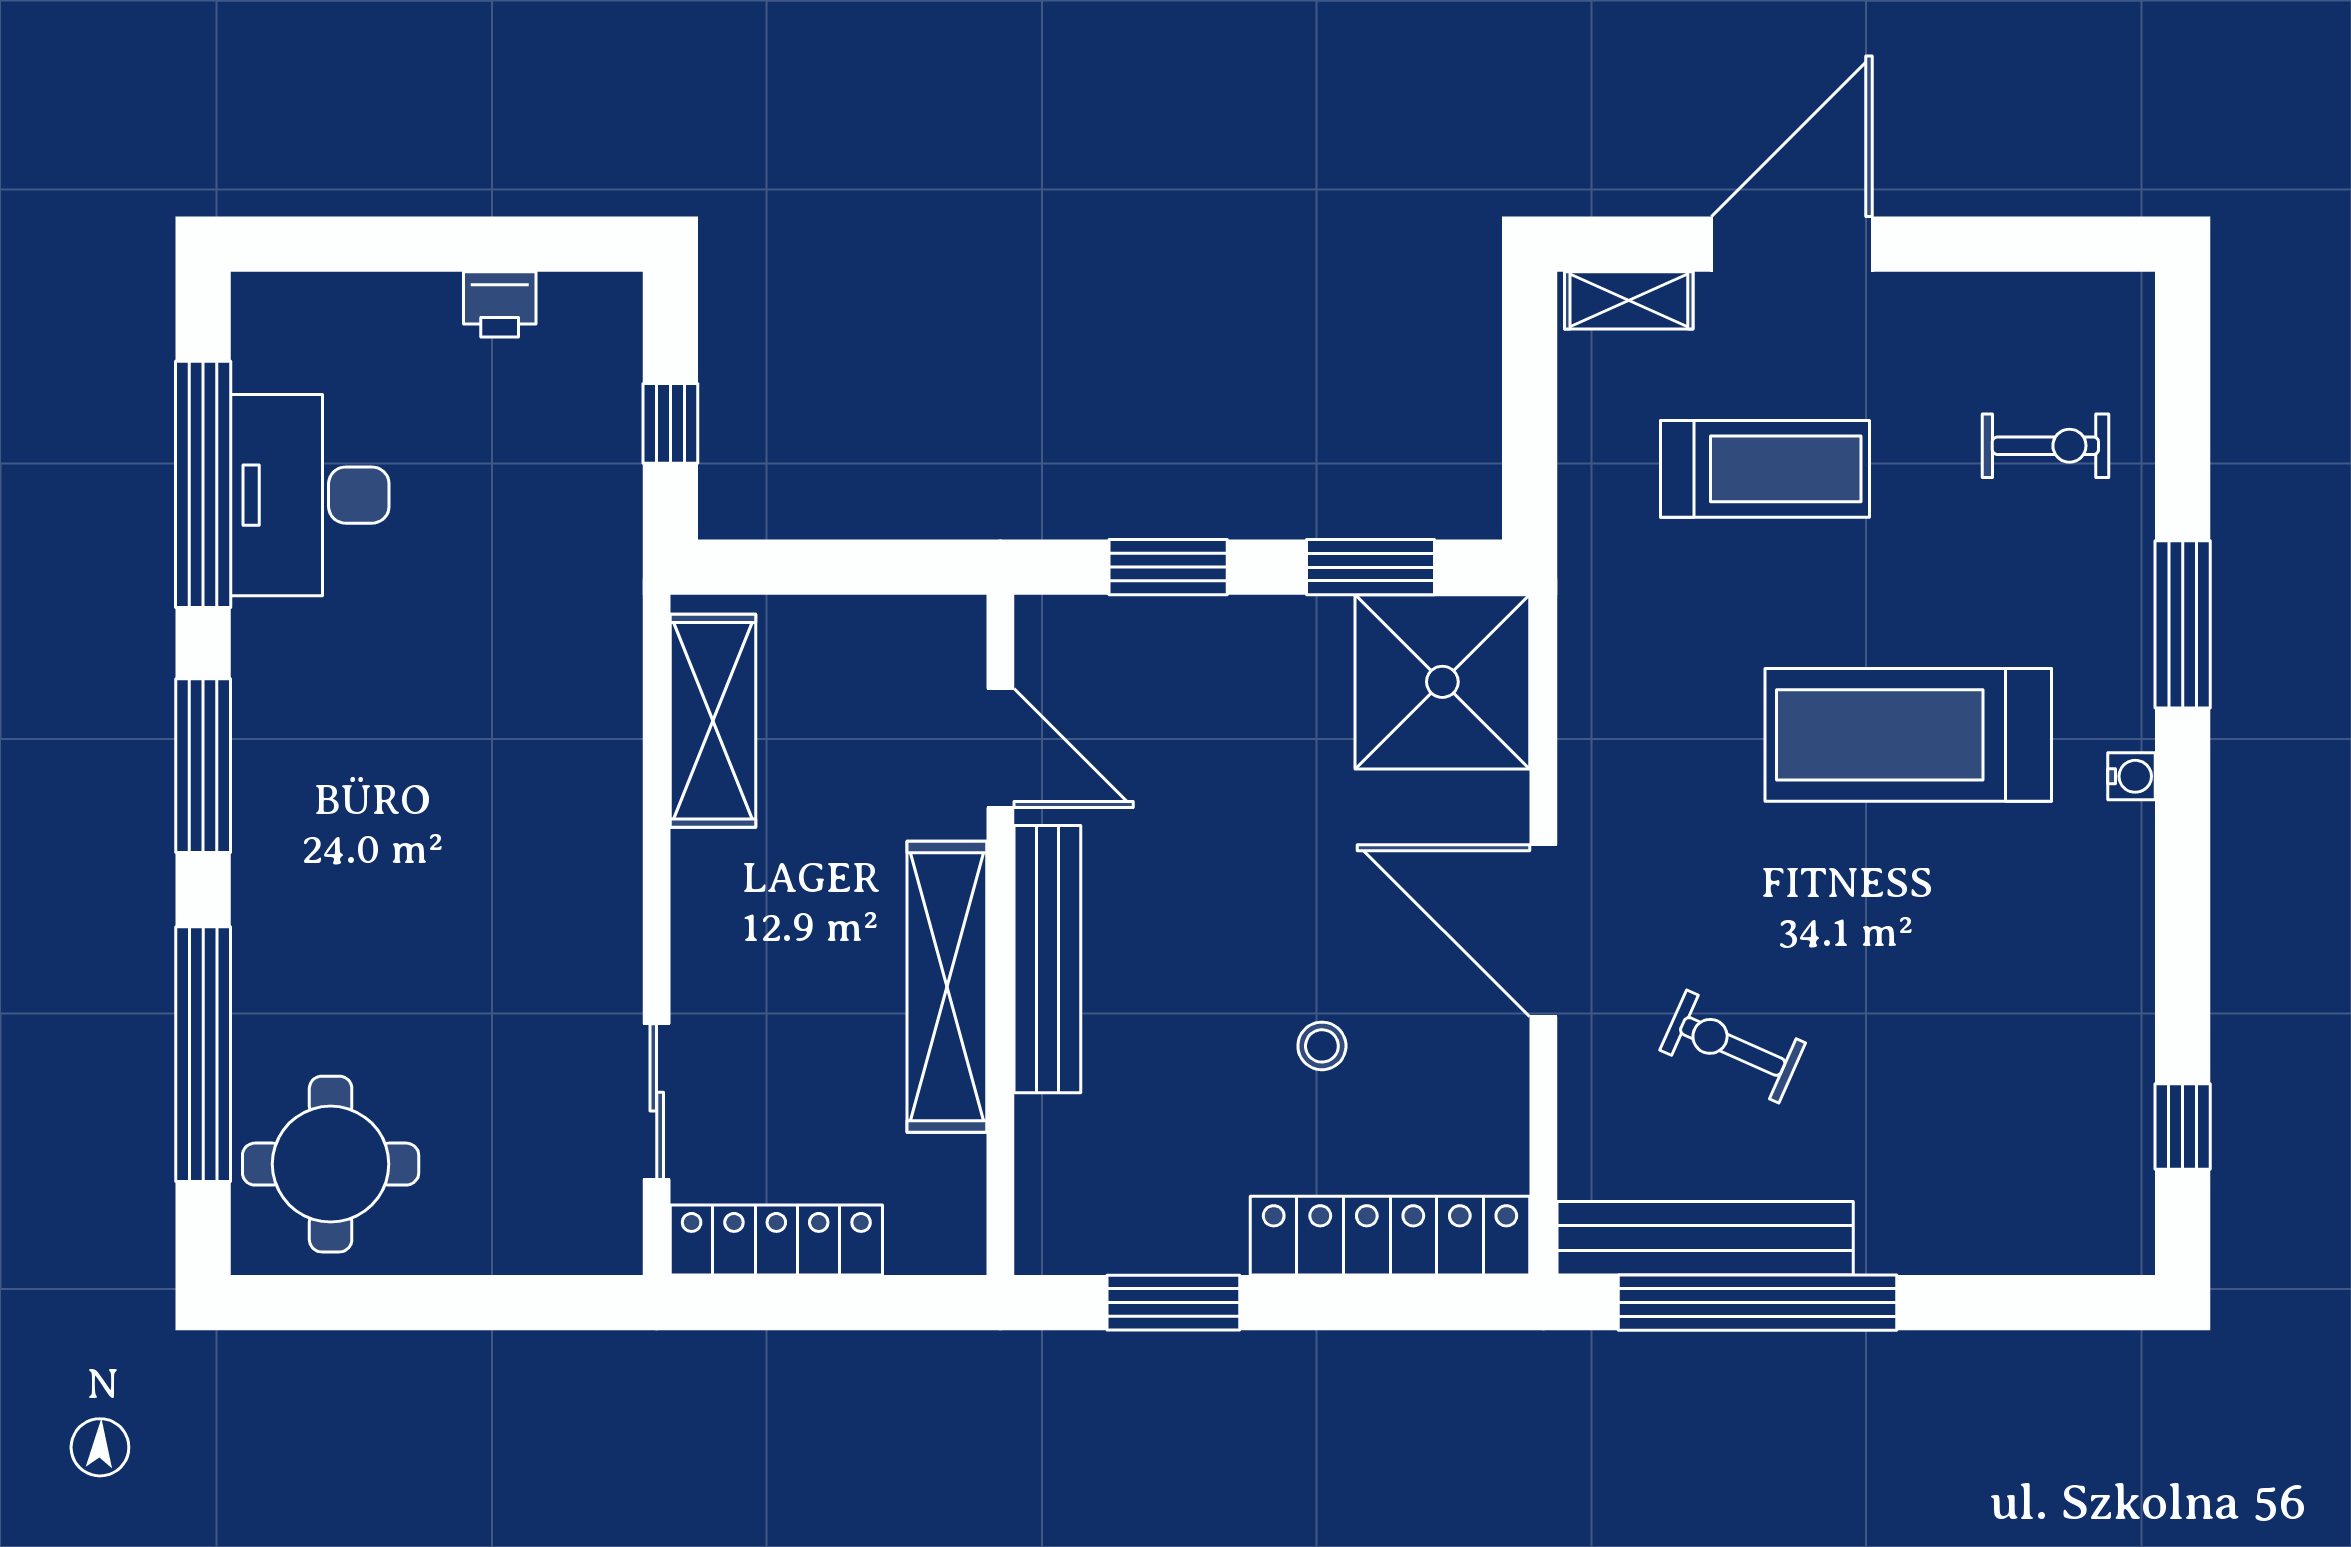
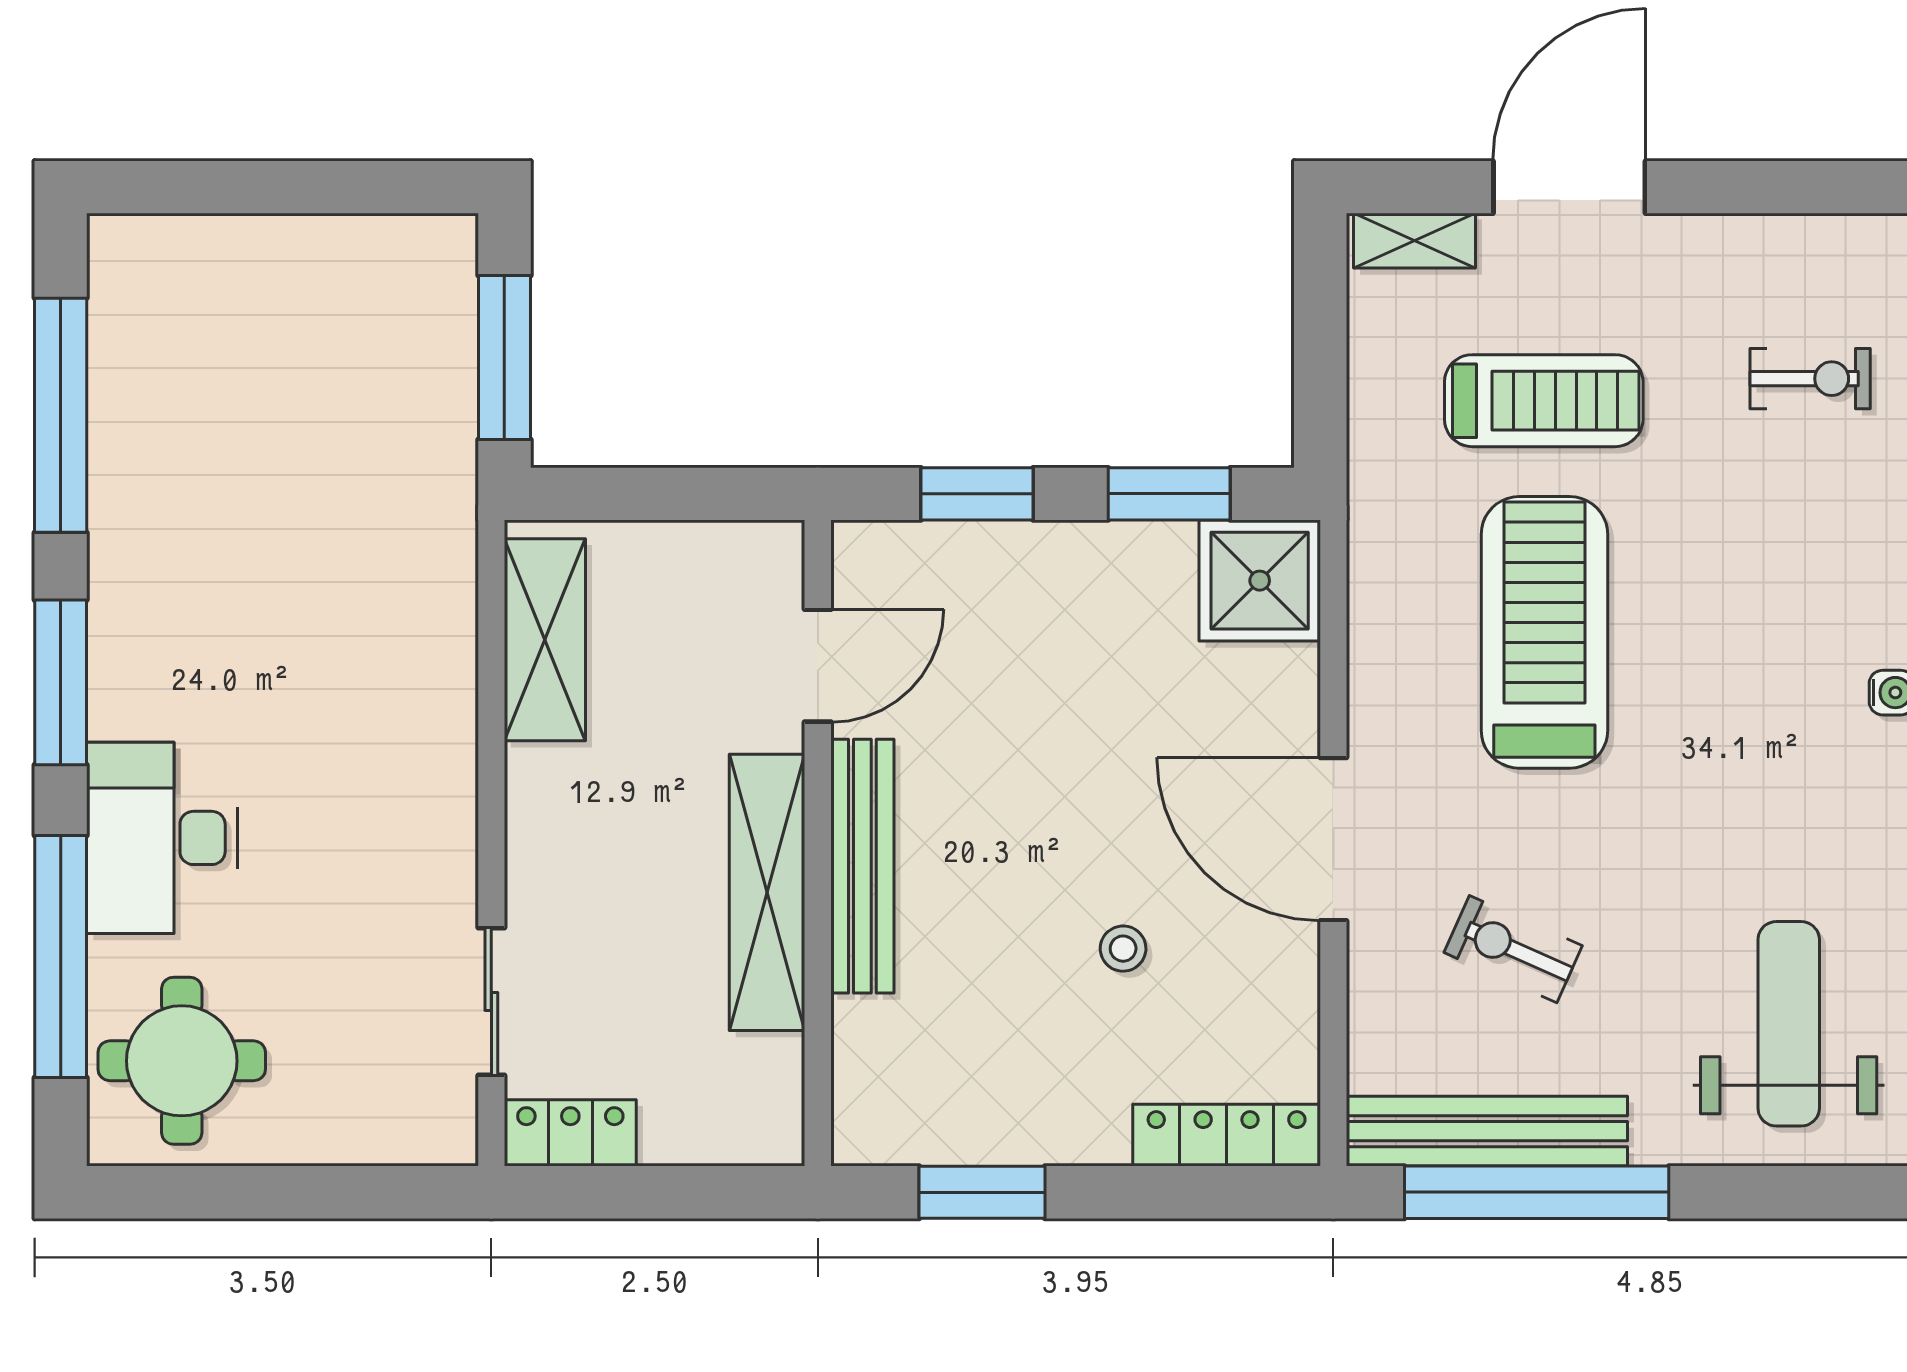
printer: (500, 304) -> (342, 244), removed
window: (670, 423) -> (504, 357), width x2.17
desk: (310, 495) -> (162, 838), moved
shower: (1442, 682) -> (1260, 581), width x0.73, depth x0.73
treadmill: (1908, 735) -> (1544, 632), moved, turned 90
door: (1000, 748) -> (818, 666), hinge flipped
weight bench: (2023, 1125) -> (1789, 1024), added
locker: (1390, 1236) -> (1227, 1135), width x0.71, depth x0.83
locker: (776, 1240) -> (570, 1133), width x0.66

